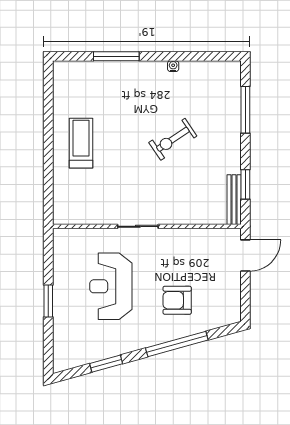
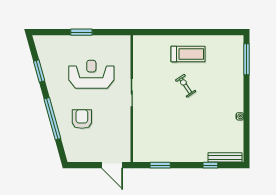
window: (116, 56) -> (247, 59), moved
window: (245, 110) -> (210, 165), width x0.46
exercise bike: (173, 139) -> (186, 86), moved, width x0.73, depth x0.72
bench: (234, 200) -> (225, 157), moved

